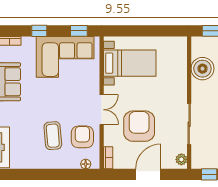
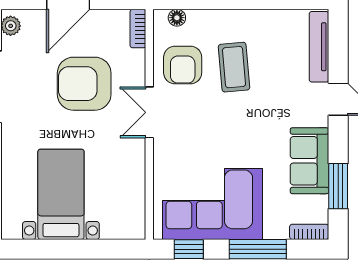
window: (39, 31) -> (258, 249), width x2.17
bed with nightstands: (130, 63) -> (61, 194), moved, turned 90
armchair: (139, 126) -> (84, 84), turned 90

